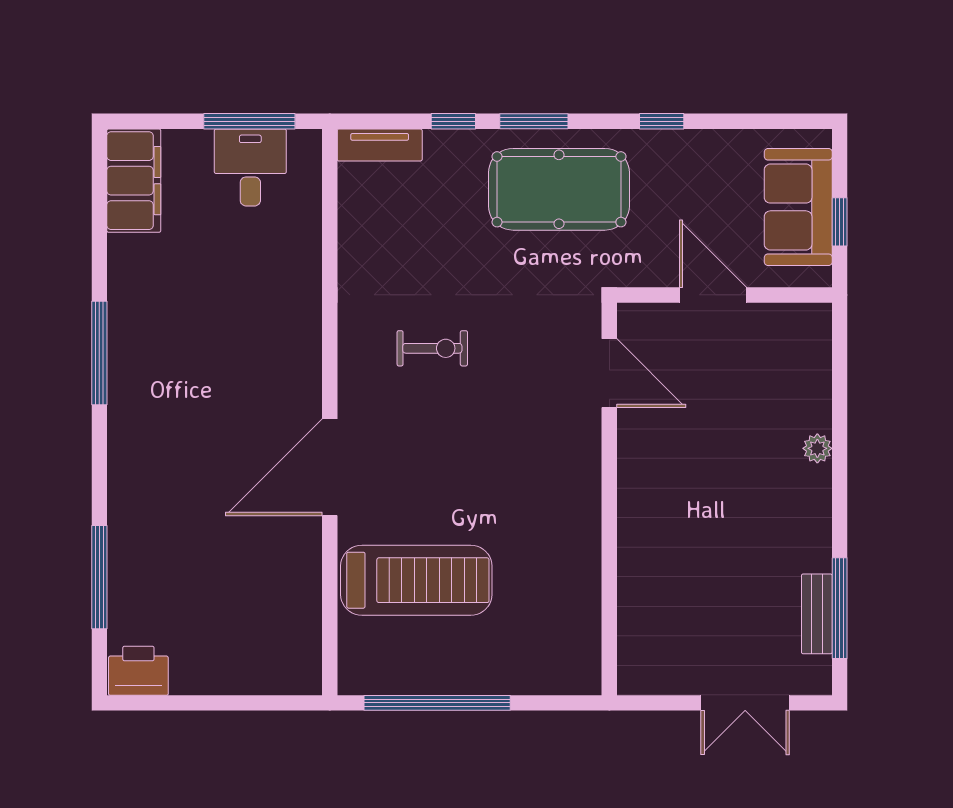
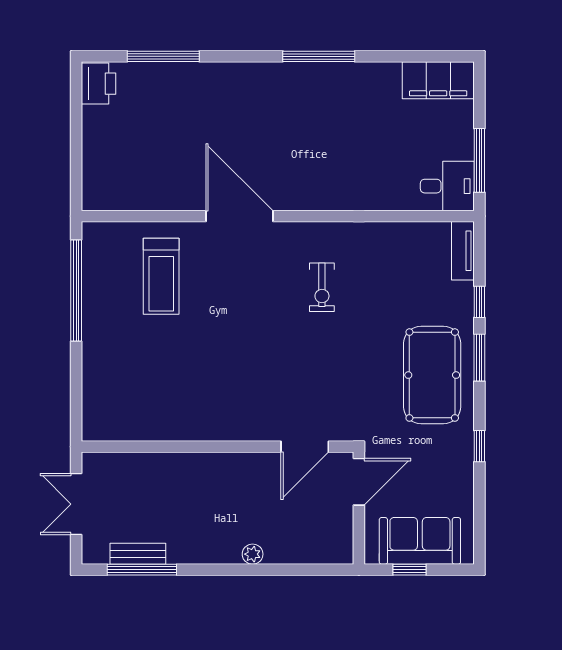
desk: (250, 167) -> (447, 186), moved
door: (609, 373) -> (305, 447), moved
wall: (609, 499) -> (218, 447), moved
treadmill: (416, 580) -> (161, 276), width x0.73, depth x0.73

